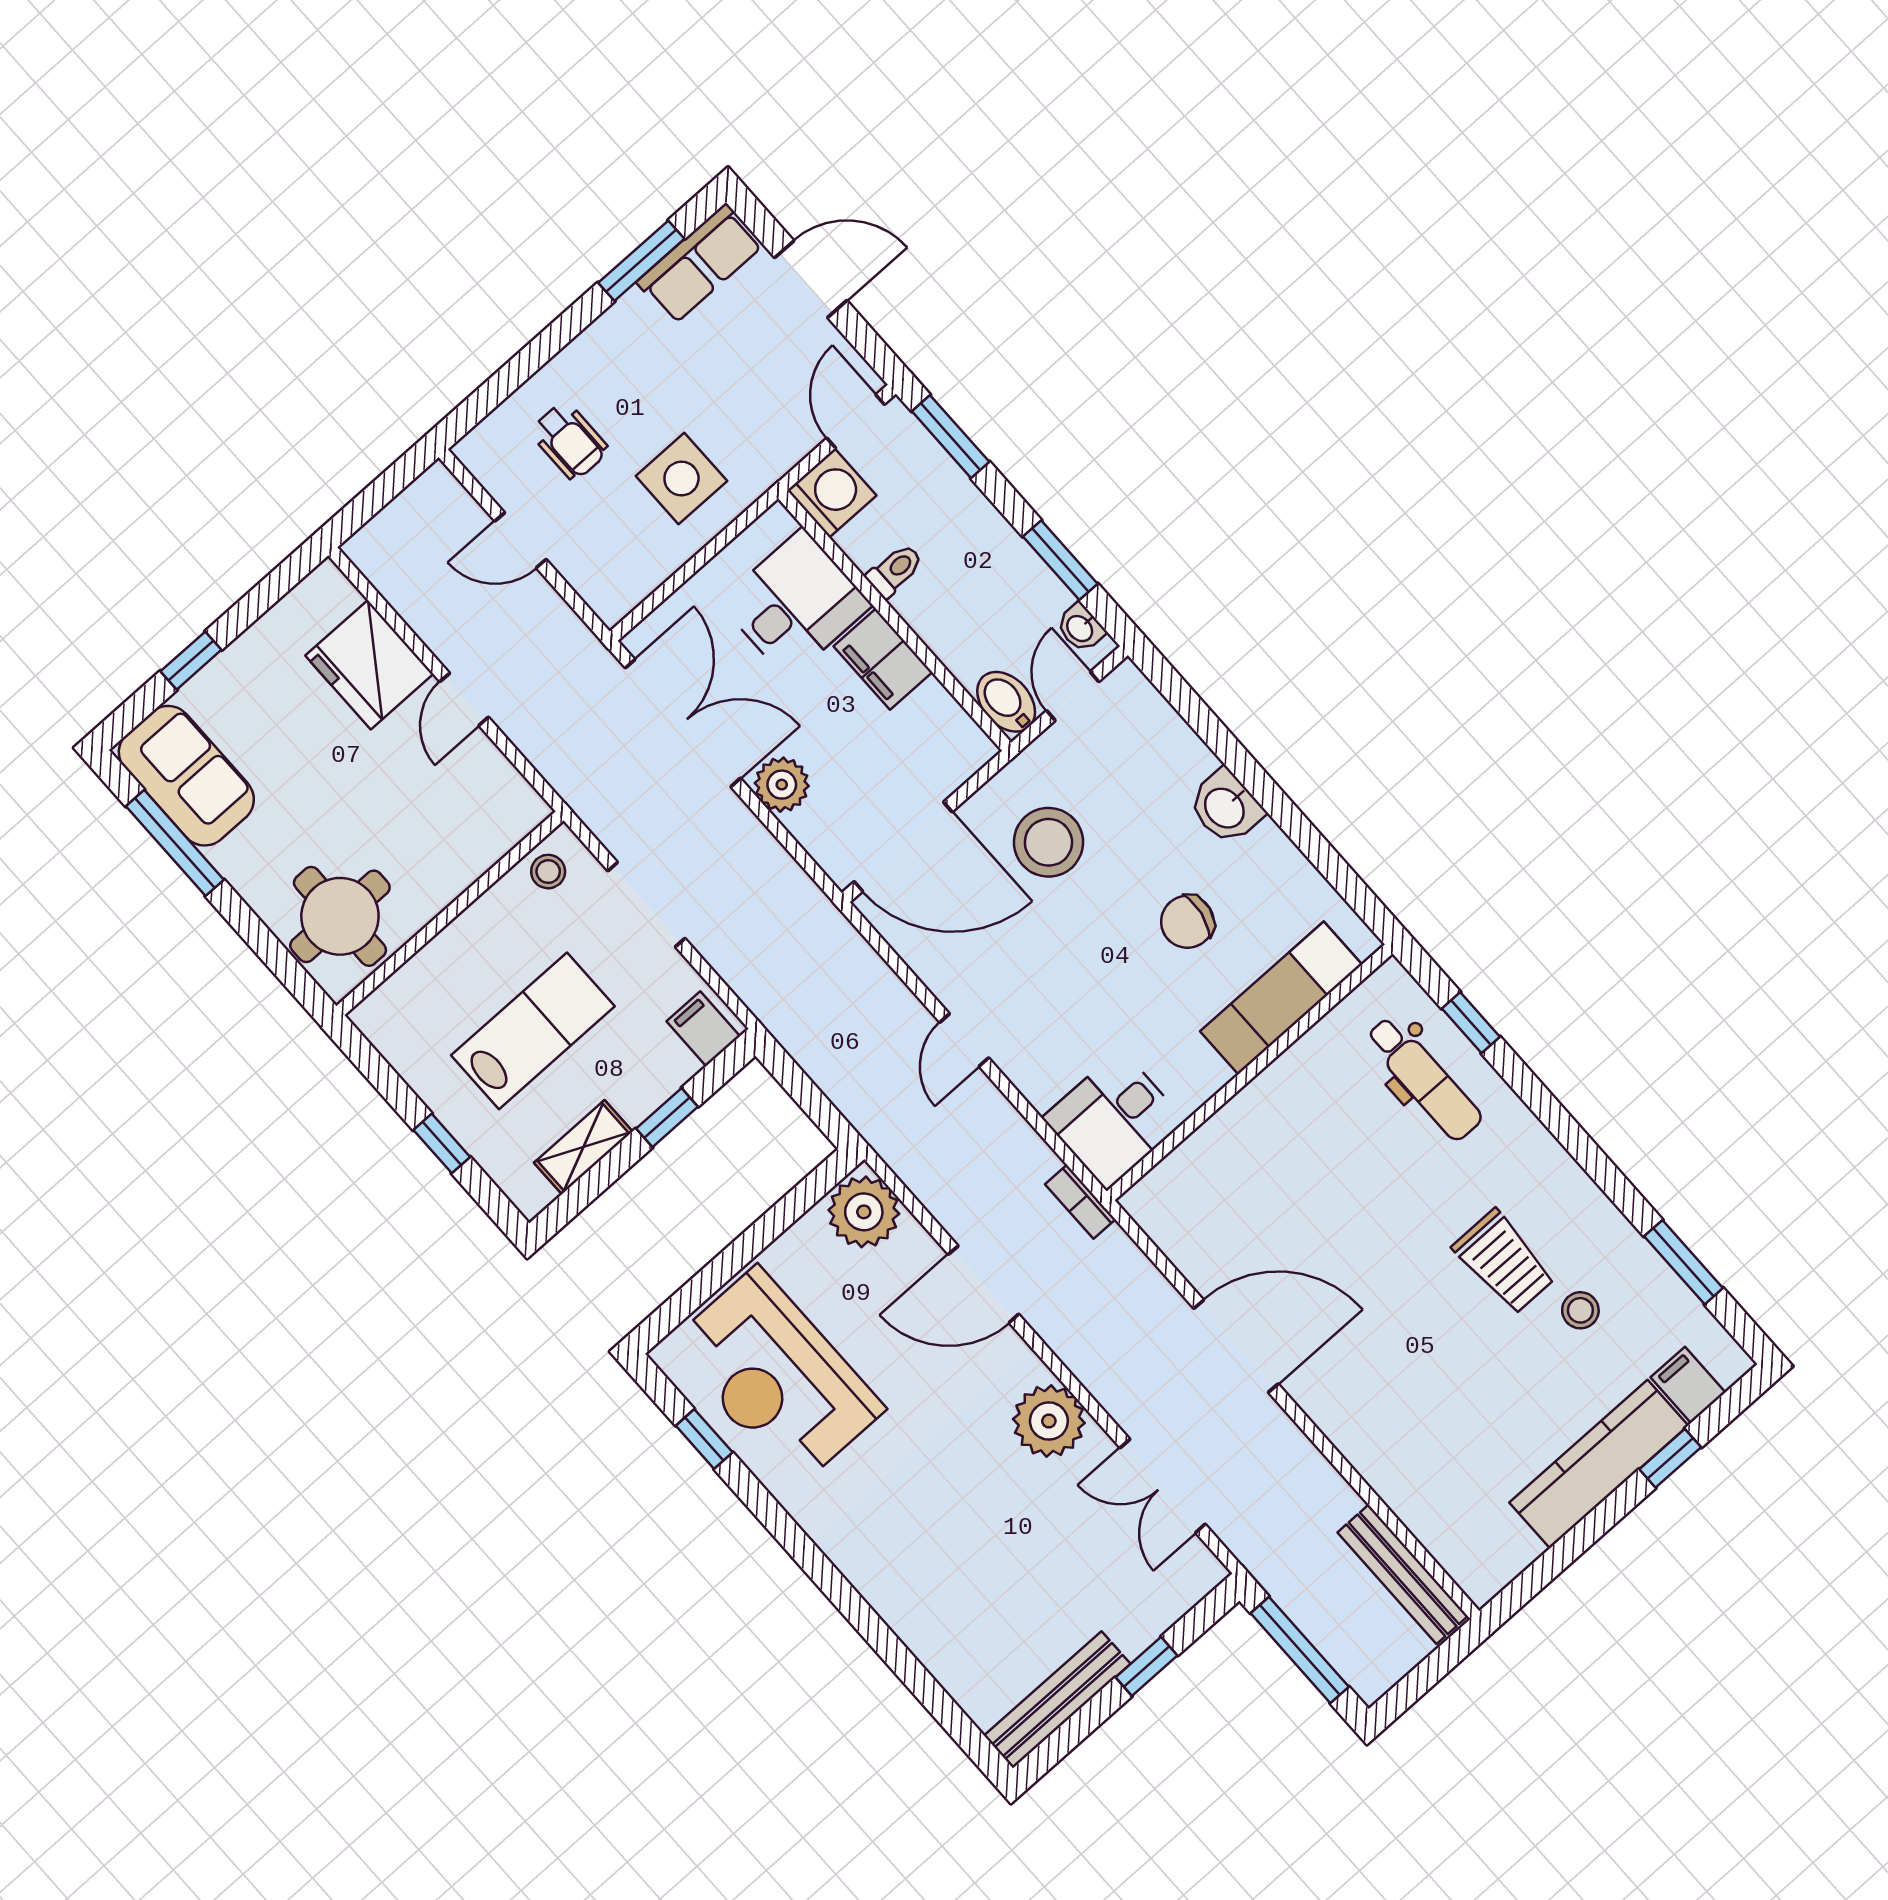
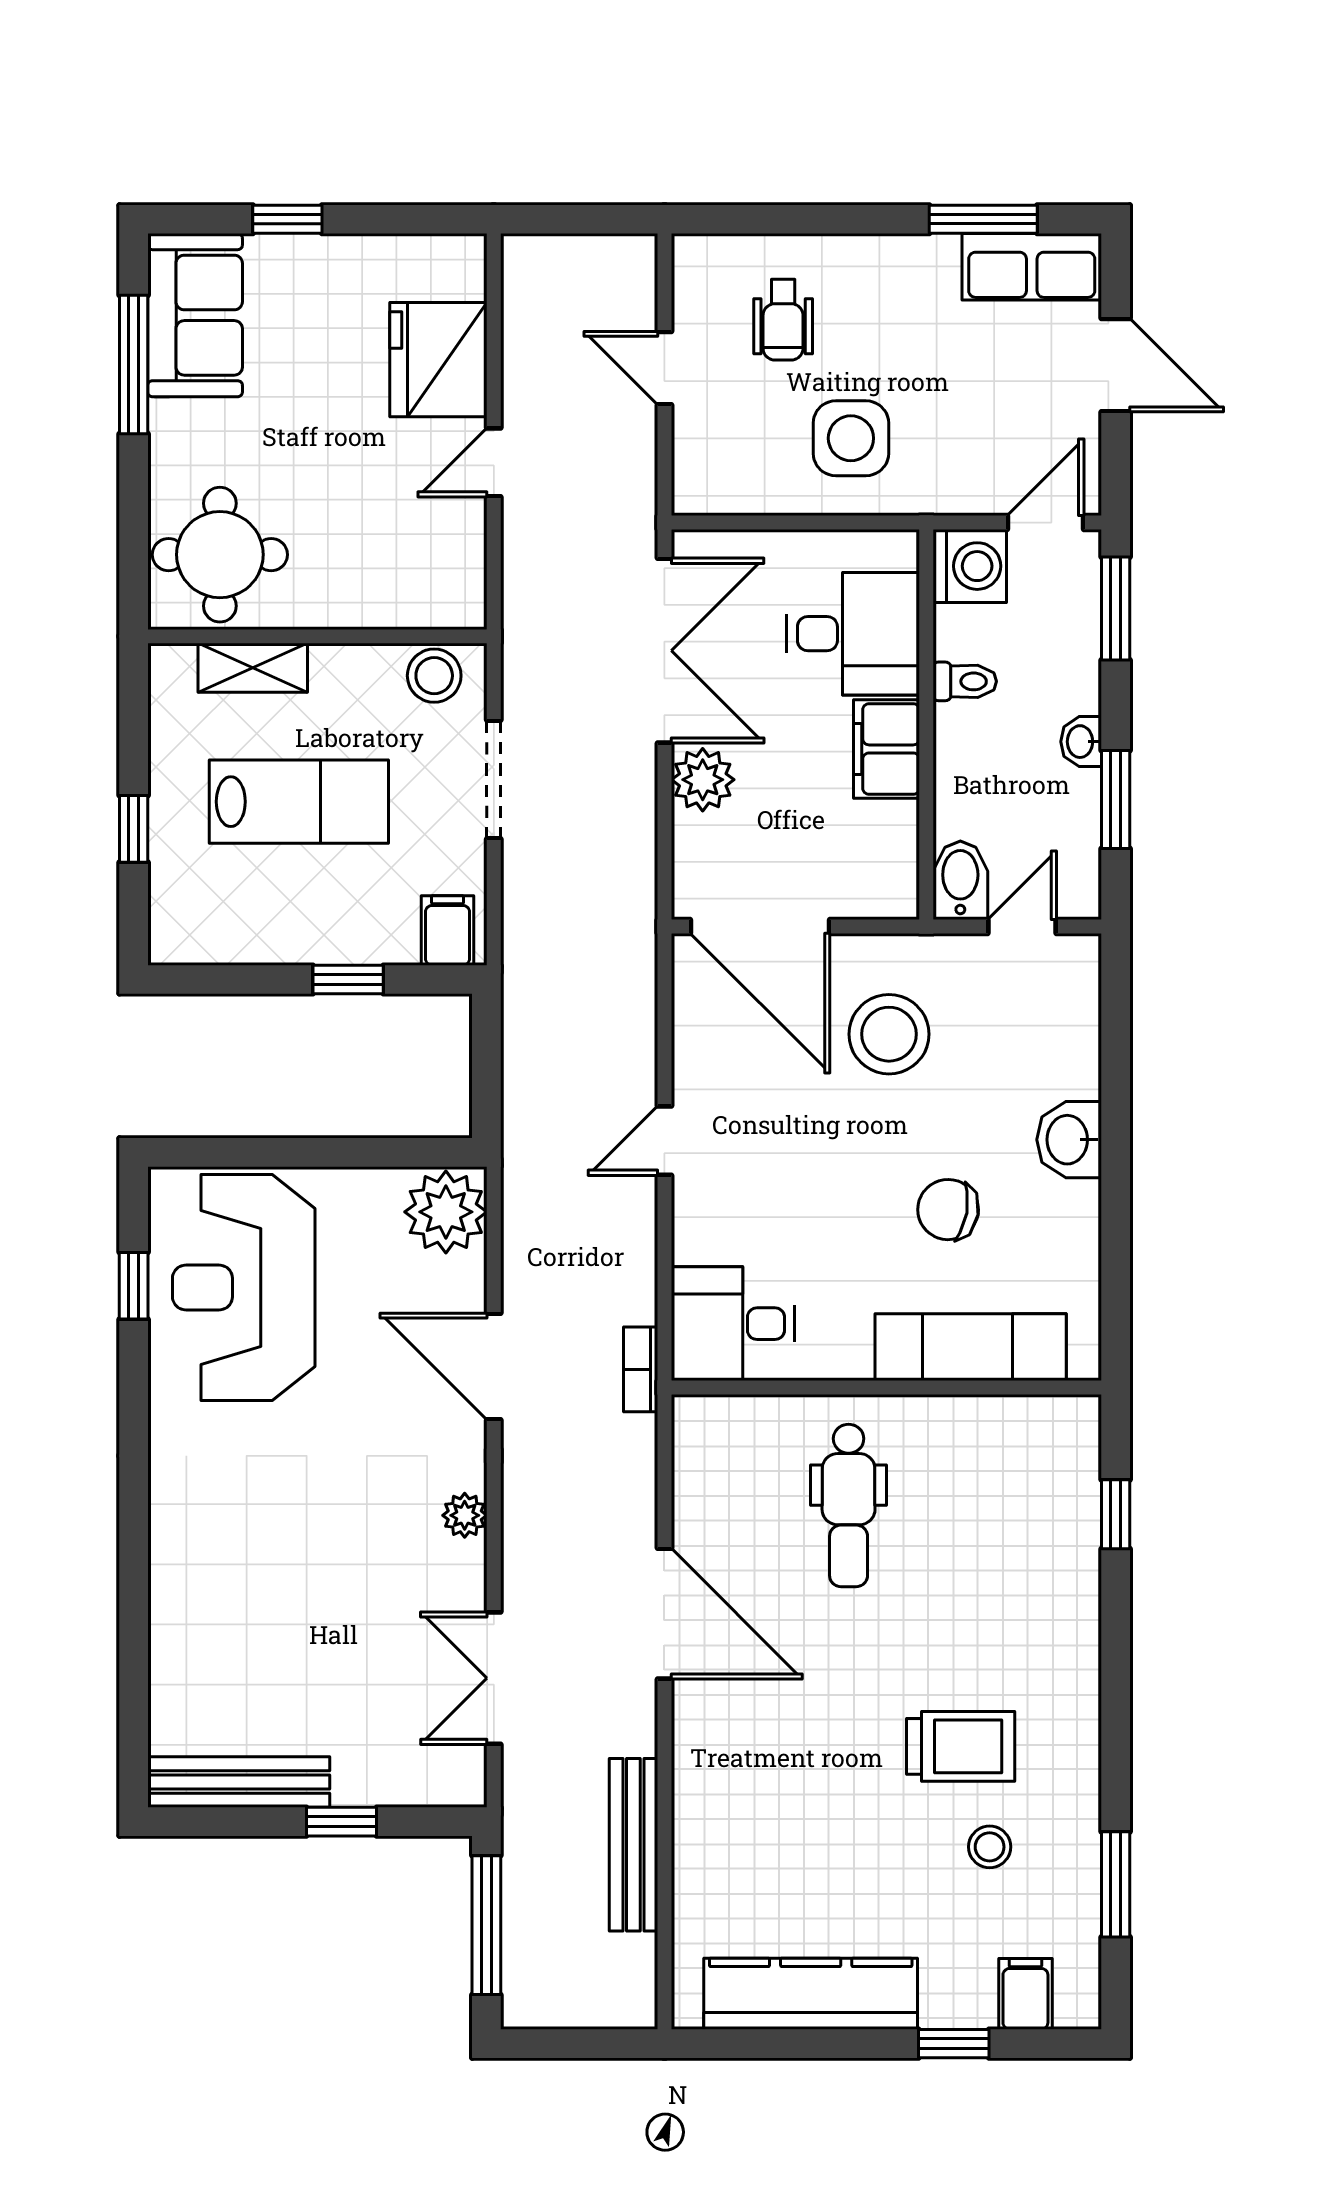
washbasin: (1080, 628) -> (1081, 742), moved
stool: (548, 872) -> (434, 676), width x1.37, depth x1.37
dental chair: (1424, 1078) -> (849, 1505), moved
shelving: (583, 1147) -> (253, 668), moved
trolley: (1504, 1262) -> (961, 1746), turned -90
plant: (1049, 1421) -> (465, 1515), width x0.53, depth x0.53
kitchen counter: (1599, 1464) -> (811, 1994), moved
bench: (1403, 1574) -> (633, 1845), moved

